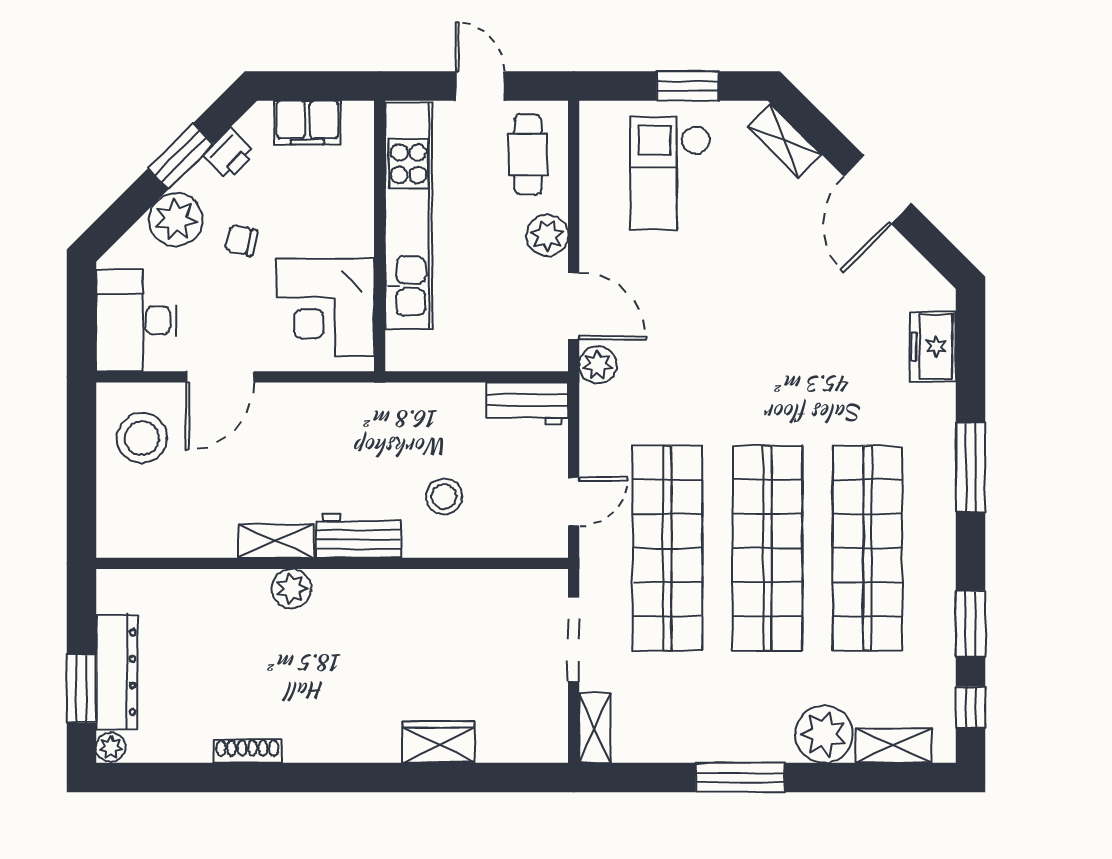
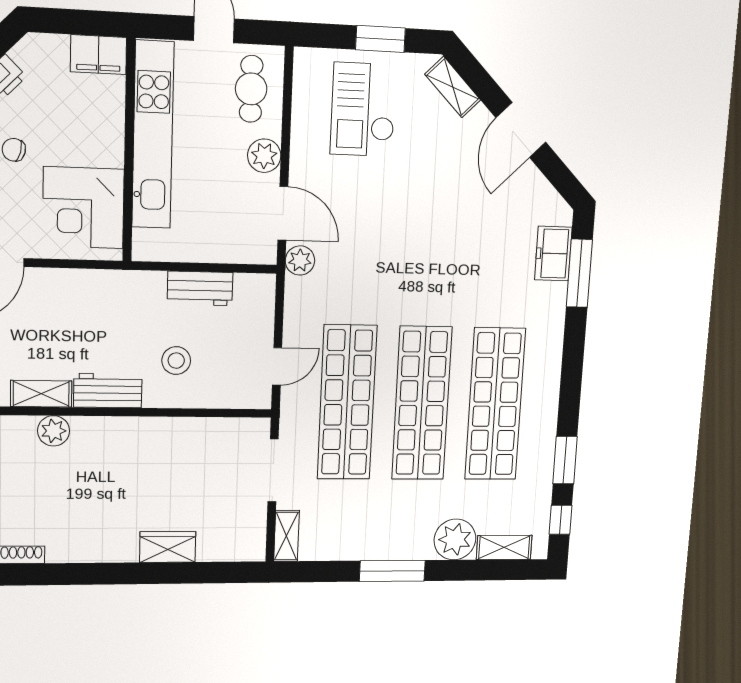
filing cabinet: (307, 123) -> (98, 55), moved
workbench: (527, 403) -> (200, 288), moved
window: (970, 467) -> (579, 273), moved

